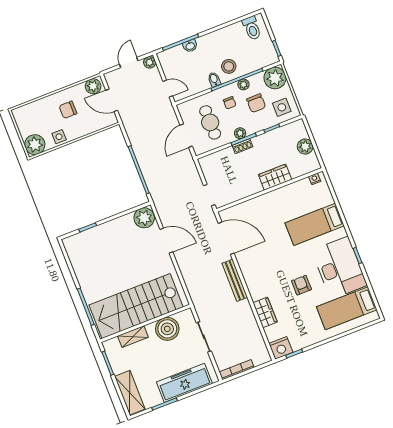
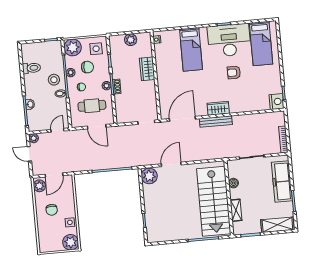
toilet: (252, 28) -> (31, 68), moved
wardrobe: (265, 312) -> (218, 108), moved
boiler: (167, 329) -> (233, 183), width x0.54, depth x0.54

